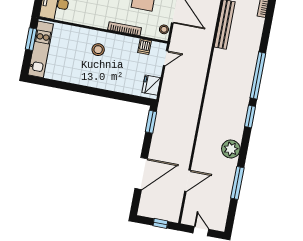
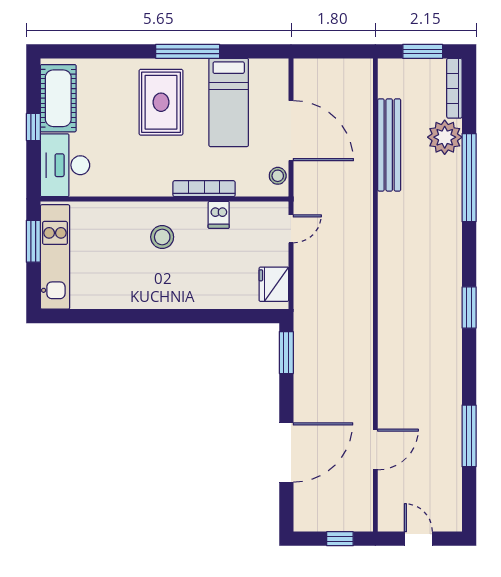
dishwasher: (144, 47) -> (219, 215), moved
window: (258, 76) -> (469, 178), moved
plant: (231, 149) -> (445, 137), moved

